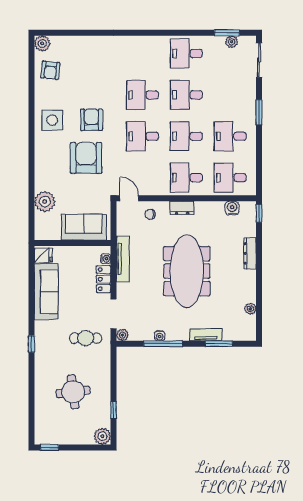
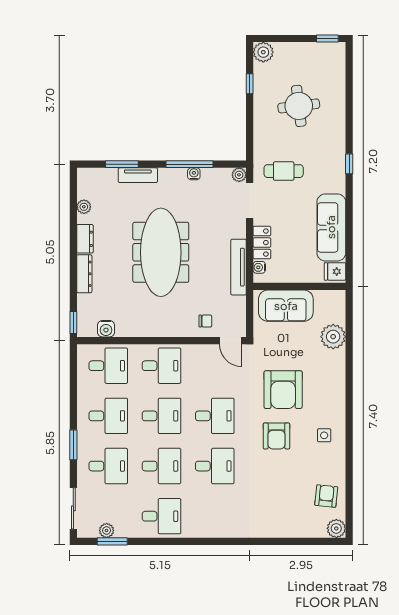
desk: (230, 95) -> (108, 466), added
side table: (52, 120) -> (324, 435), width x0.54, depth x0.54
dresser: (182, 208) -> (85, 239), moved, turned 90

